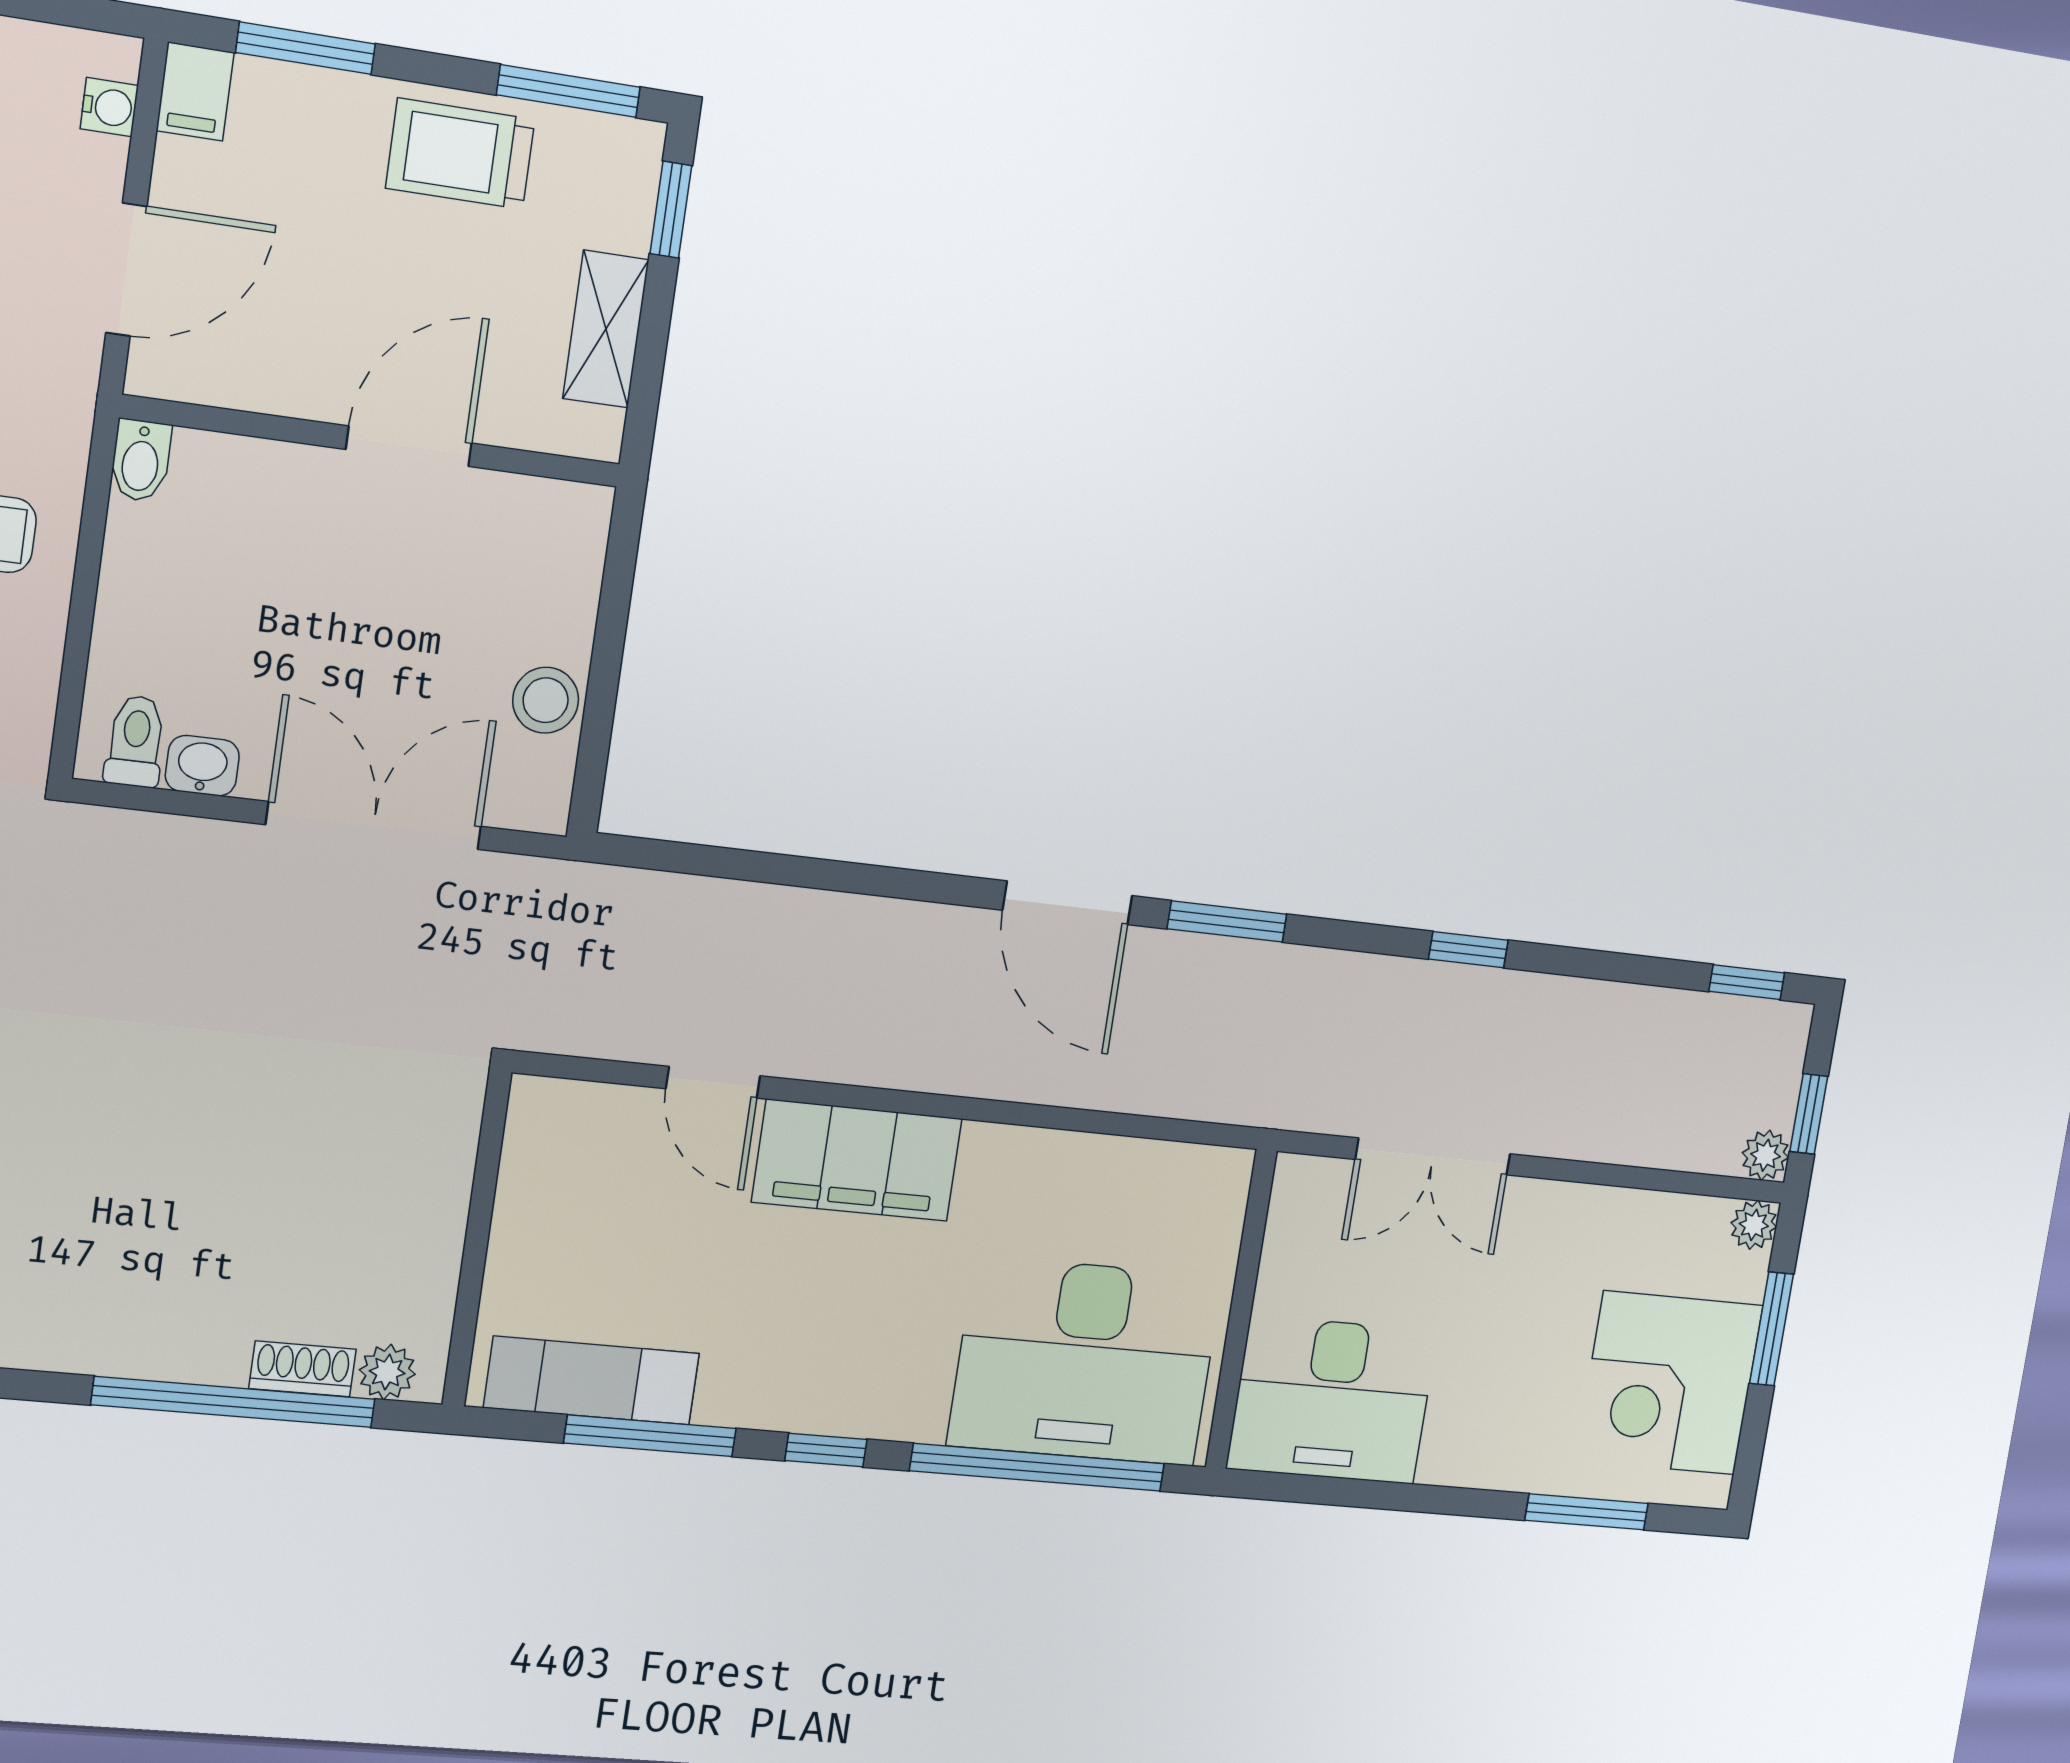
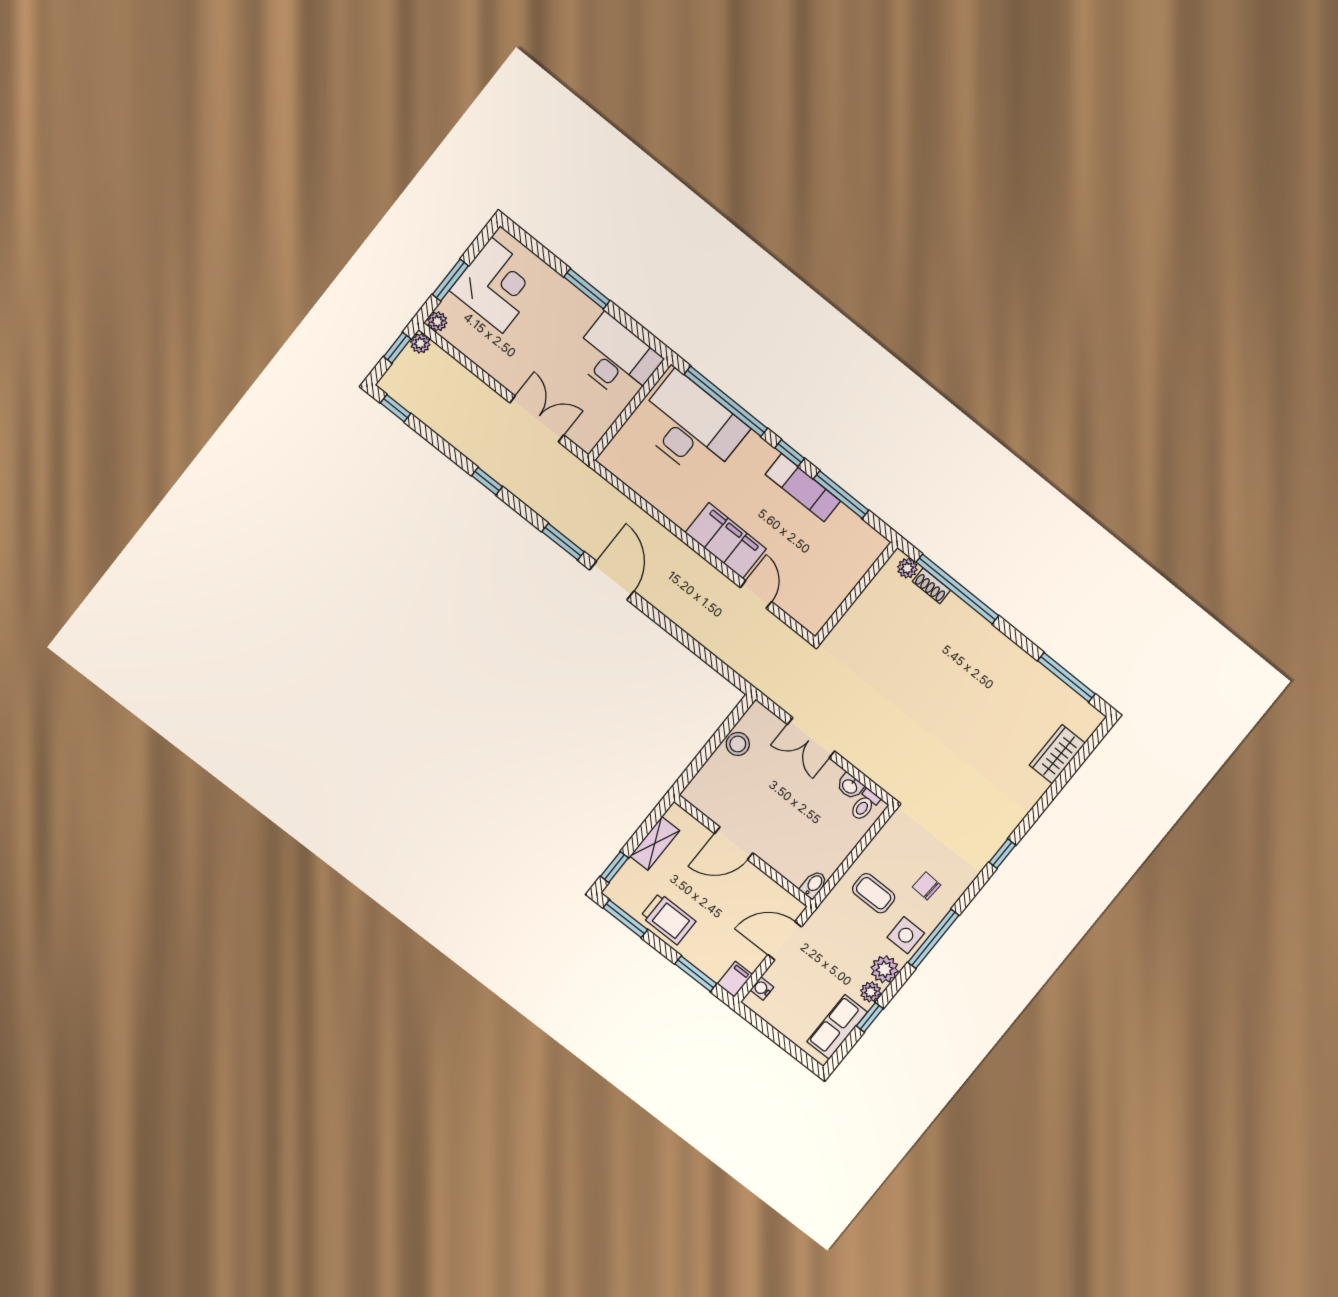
double door: (374, 826) -> (811, 738), width x0.73
exam couch: (592, 1381) -> (803, 488), moved
window: (1587, 1512) -> (587, 289), moved

